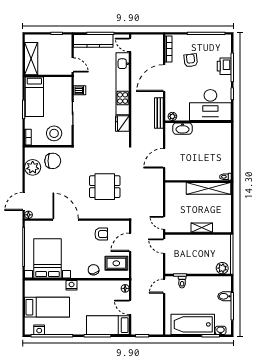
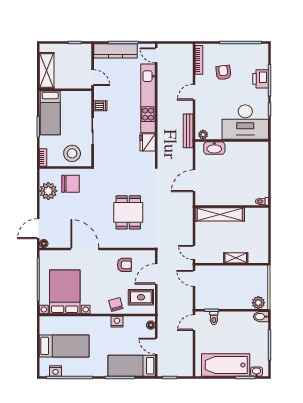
door: (164, 78) -> (194, 92), width x0.53
dining table: (105, 187) -> (128, 212), turned 90
shelving: (208, 188) -> (220, 214), moved
nightstand: (72, 285) -> (117, 322), moved
bidet: (225, 296) -> (261, 317), moved

